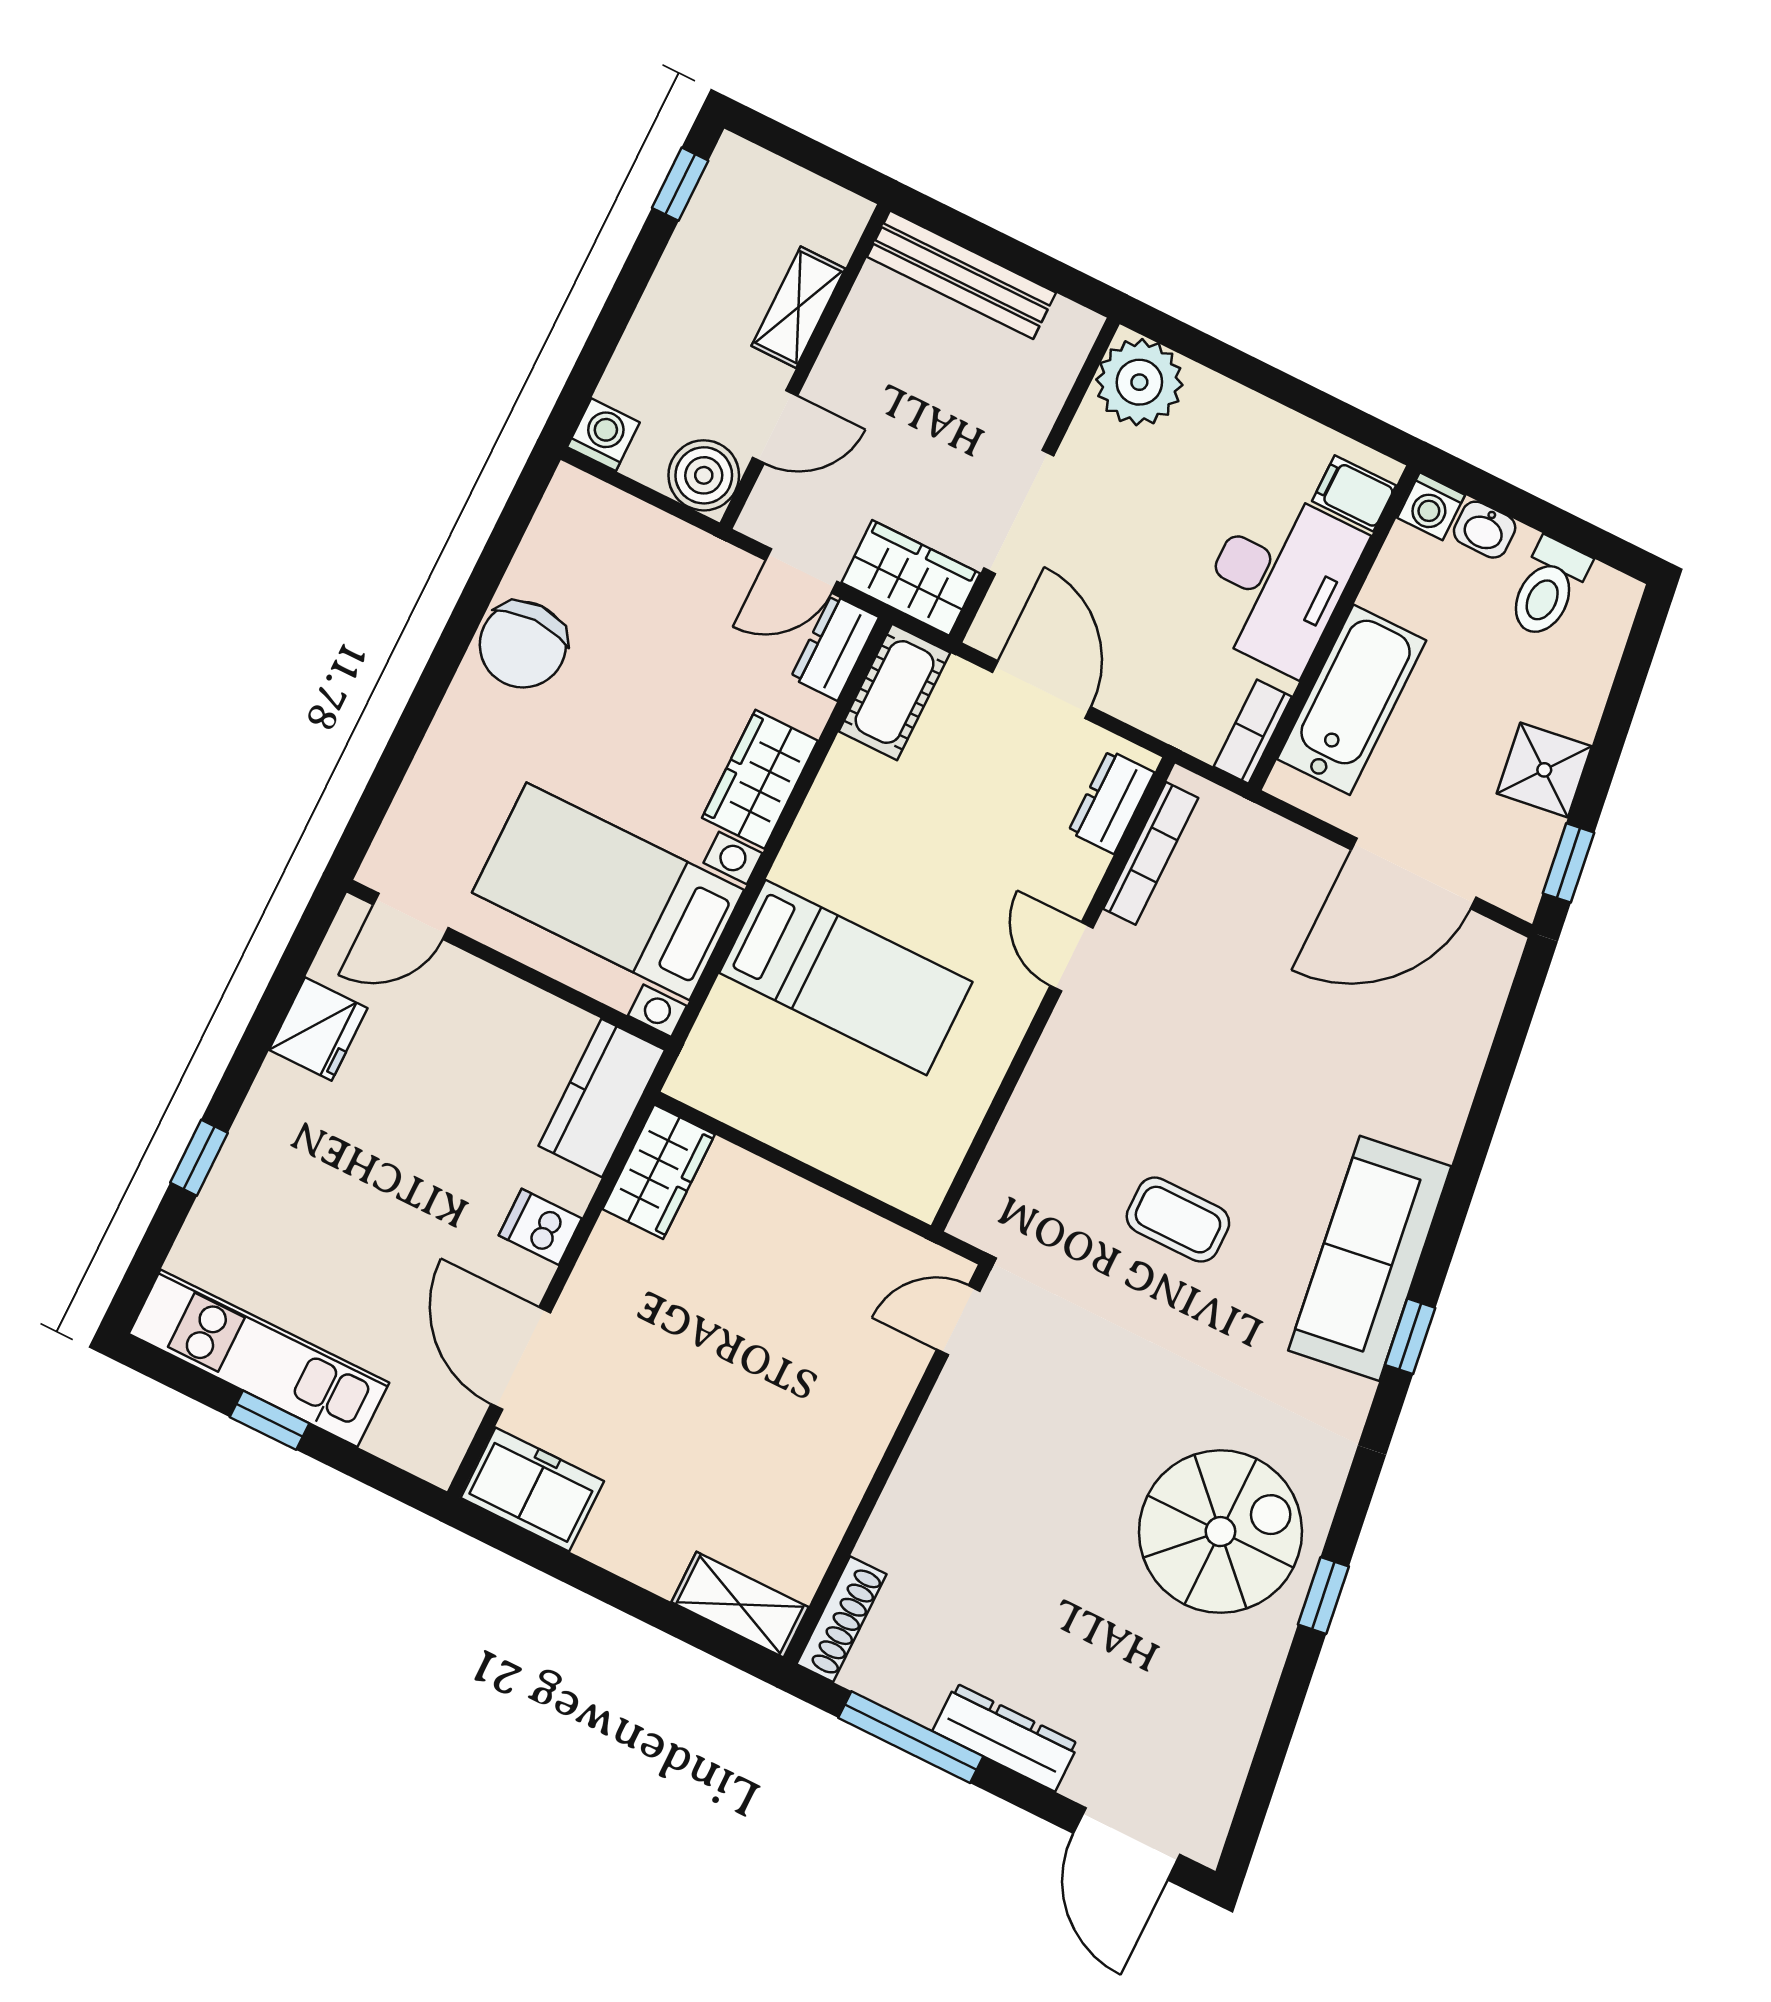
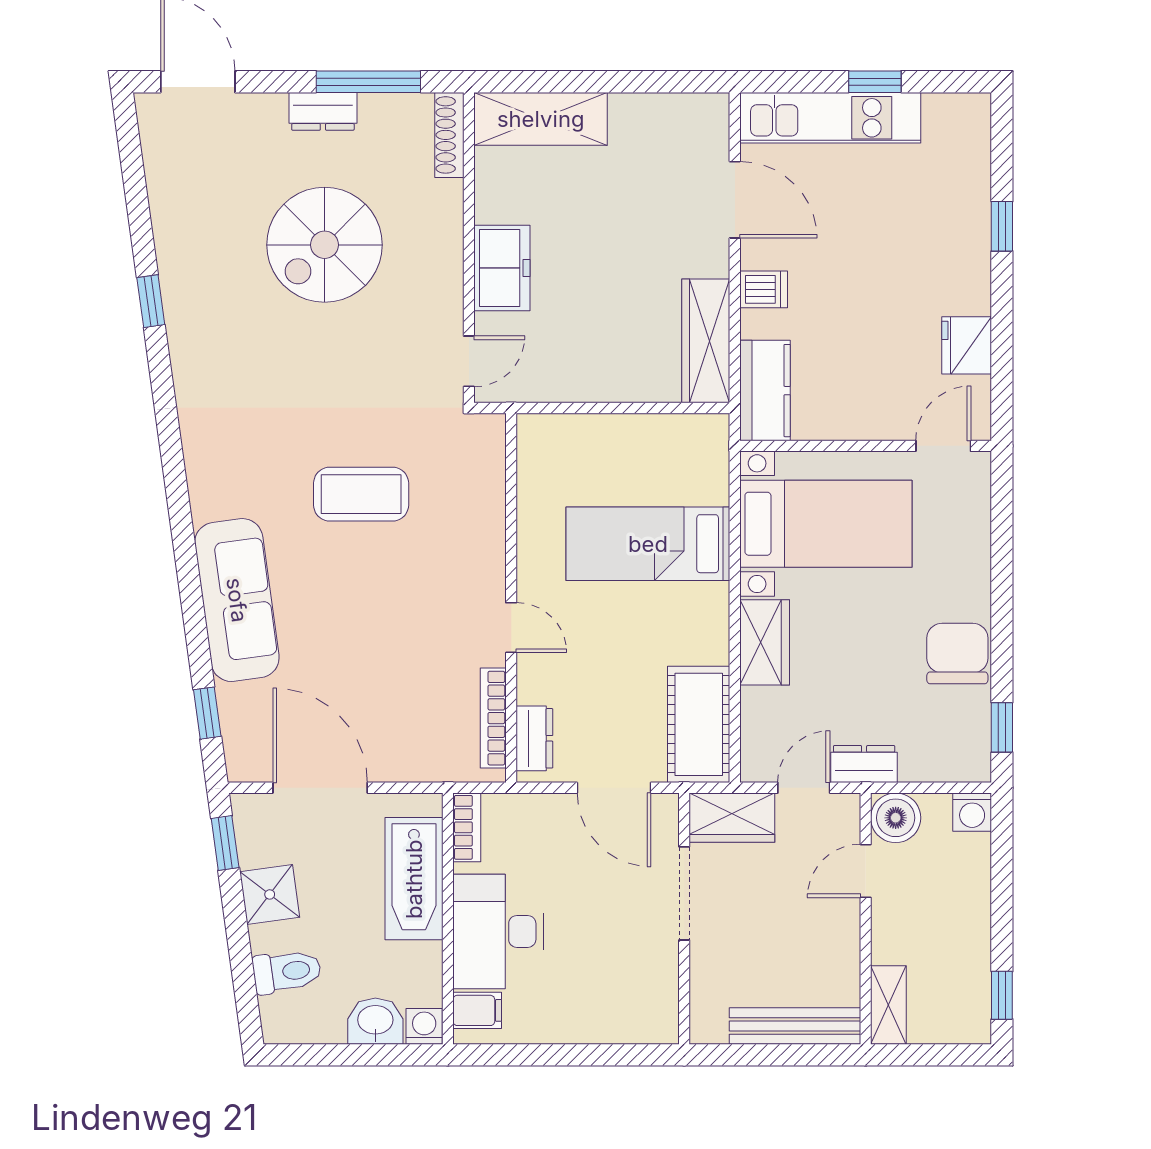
shelving: (798, 307) -> (888, 1005), moved
plant: (1139, 382) -> (648, 1014), removed
window: (513, 523) -> (1002, 727), added
washbasin: (1485, 530) -> (375, 1021), width x1.38, depth x1.45
toilet: (1548, 588) -> (287, 972), moved, turned 82
dresser: (835, 648) -> (864, 764), moved, turned -90
cot: (895, 692) -> (699, 724), width x1.37, depth x1.34
door: (1414, 873) -> (320, 788), hinge flipped
wardrobe: (659, 1172) -> (706, 341), width x1.50
coffee table: (1178, 1220) -> (361, 494), width x1.36, depth x1.30
sofa: (1370, 1258) -> (237, 600), moved
window: (1410, 1336) -> (207, 713), moved
kitchen unit: (259, 1358) -> (830, 118), moved
freezer: (532, 1490) -> (502, 268), moved, turned -90
spiral stairs: (1220, 1532) -> (325, 245), moved
shelving: (740, 1605) -> (541, 119), width x1.50, depth x1.33
dresser: (1005, 1737) -> (323, 111), width x0.70

